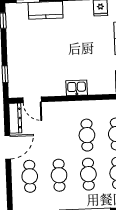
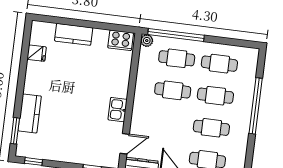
kitchen sink: (77, 88) -> (118, 110), moved

